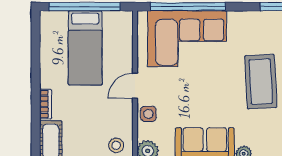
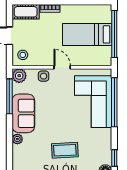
coffee table: (261, 82) -> (65, 150), width x0.73, depth x0.76

